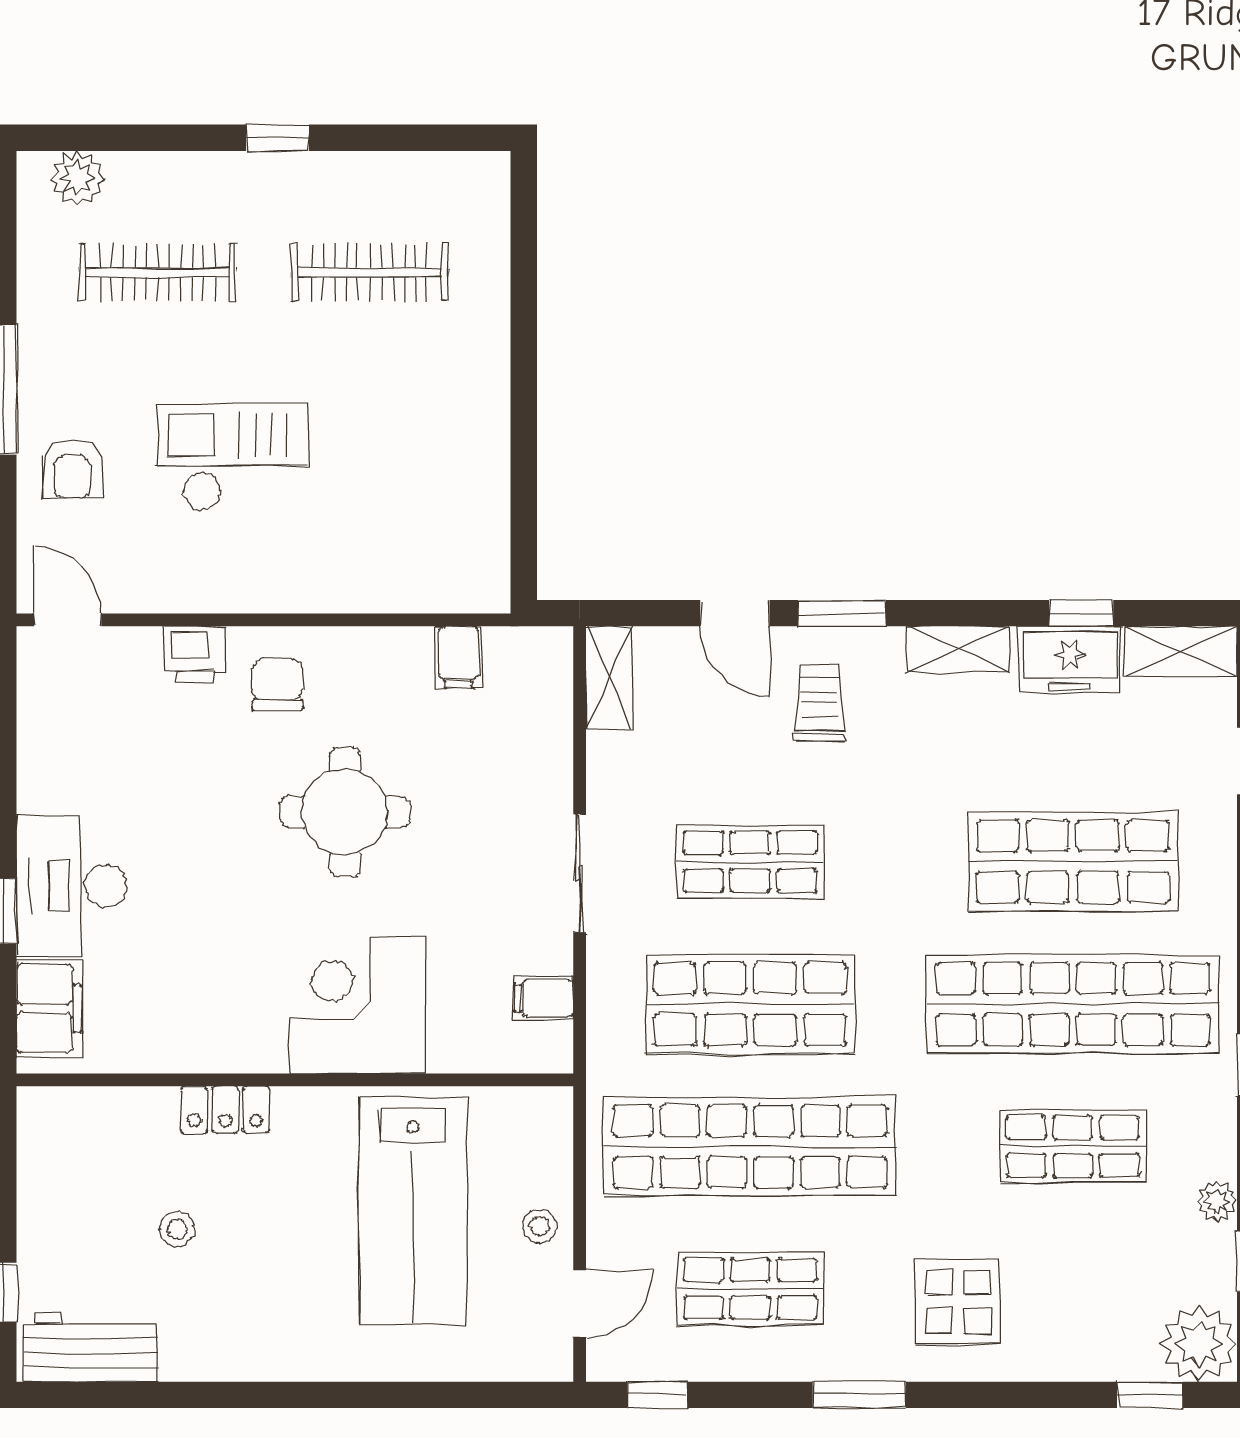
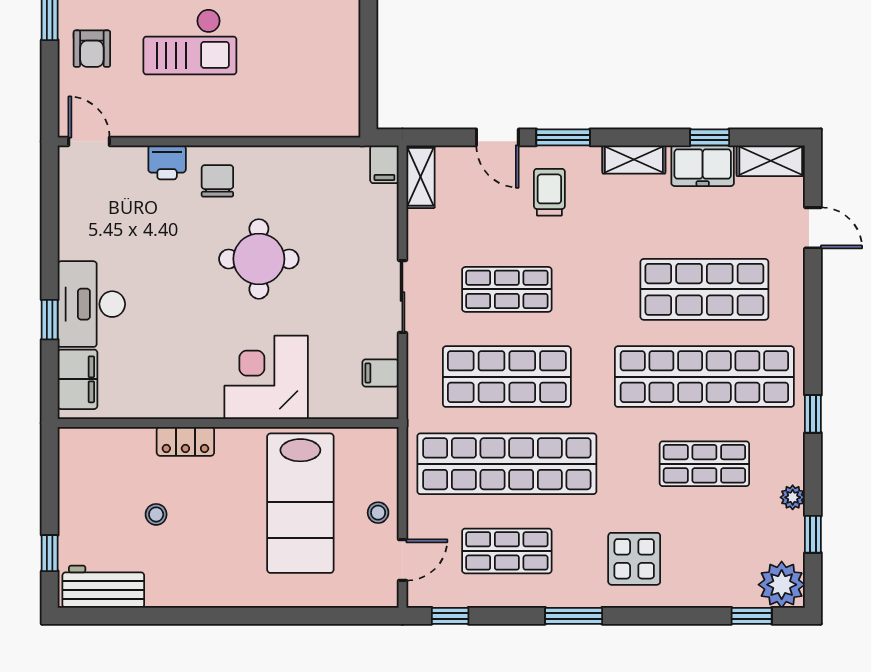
checkout: (232, 457) -> (190, 42), turned 180
filing cabinet: (459, 657) -> (384, 164), moved

